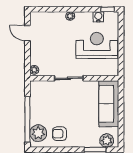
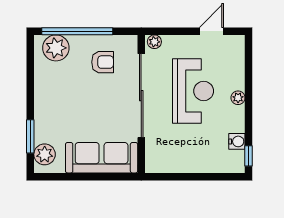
reception desk: (97, 45) -> (193, 91), moved
sliding door: (69, 78) -> (141, 96), width x1.86
armchair: (60, 134) -> (103, 62), moved, turned 90

